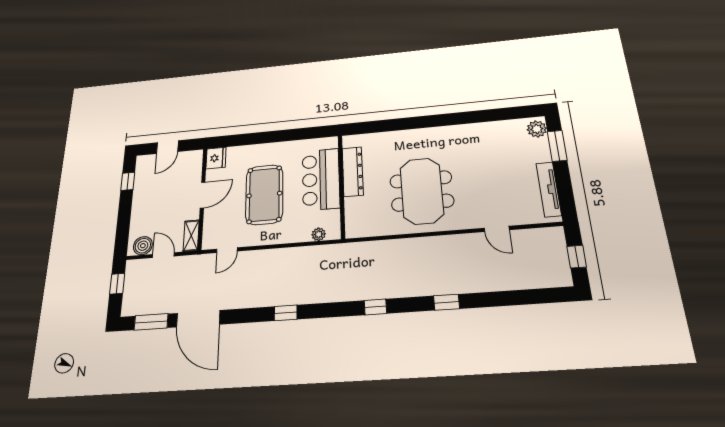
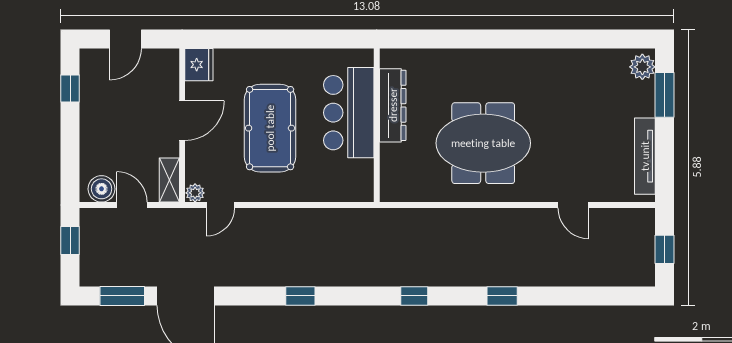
meeting table: (422, 191) -> (483, 143), turned 90
plant: (319, 234) -> (195, 193), moved

